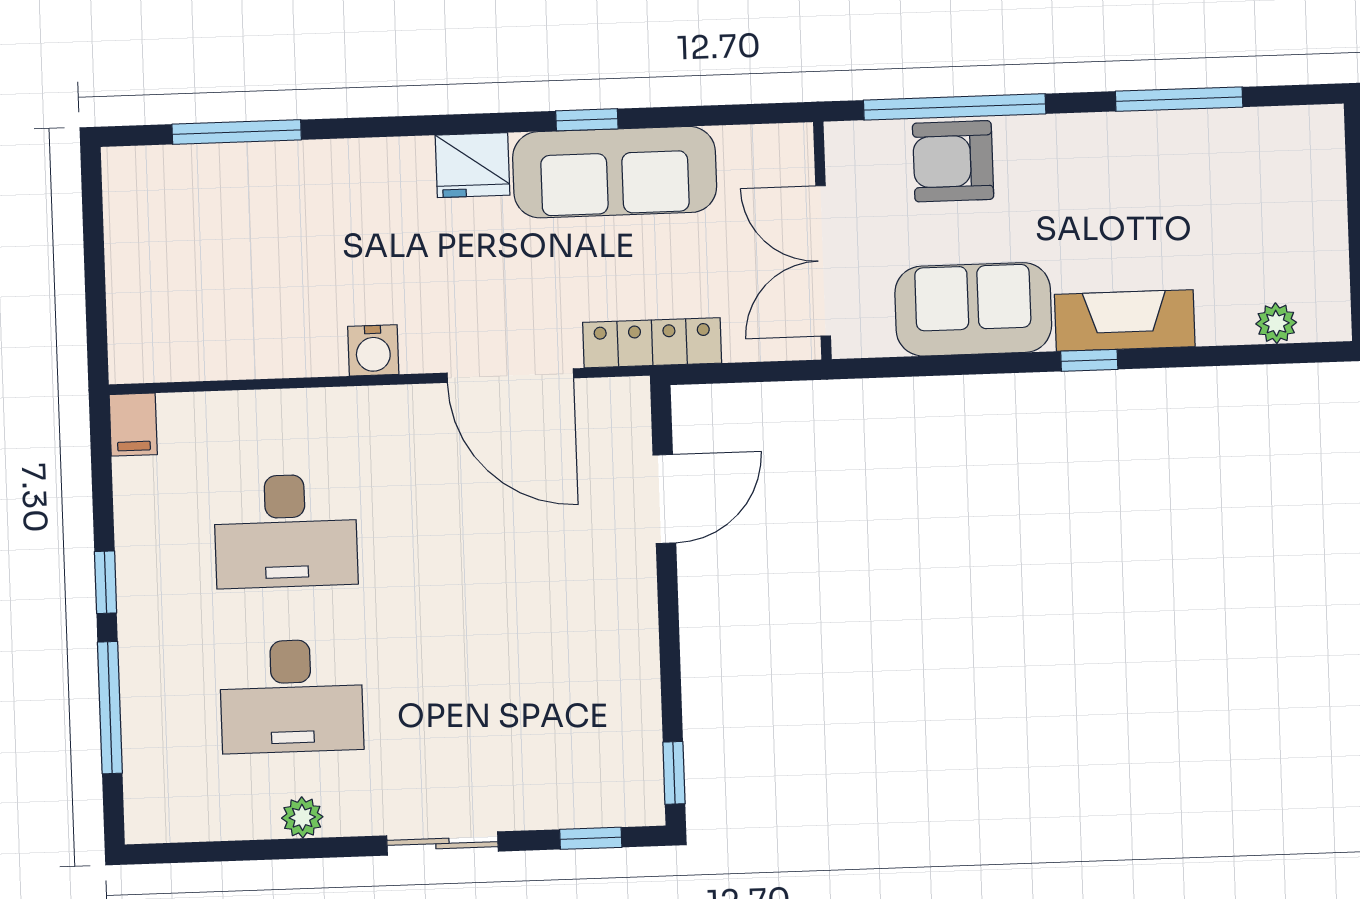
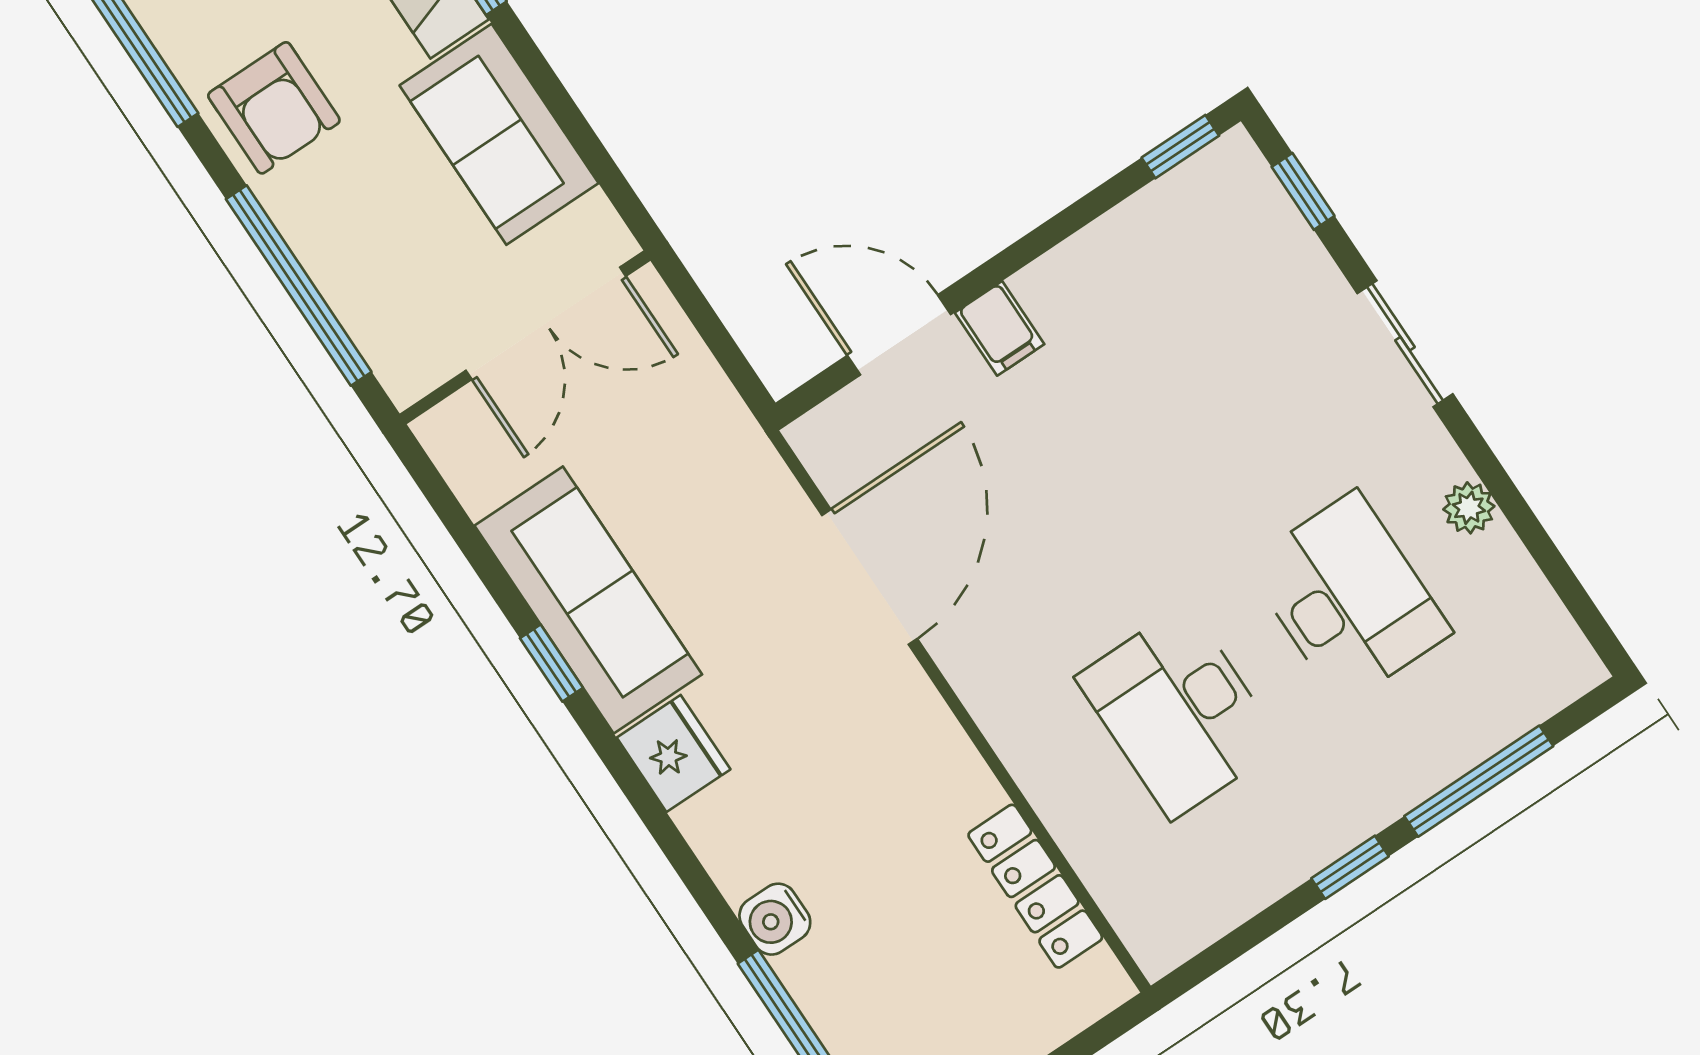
armchair: (953, 161) -> (274, 108), moved
locker: (652, 343) -> (1035, 886), moved
water cooler: (373, 350) -> (775, 919), moved, turned 180
filing cabinet: (133, 425) -> (1000, 328), moved, turned 90
desk: (286, 531) -> (1179, 712), turned 180

